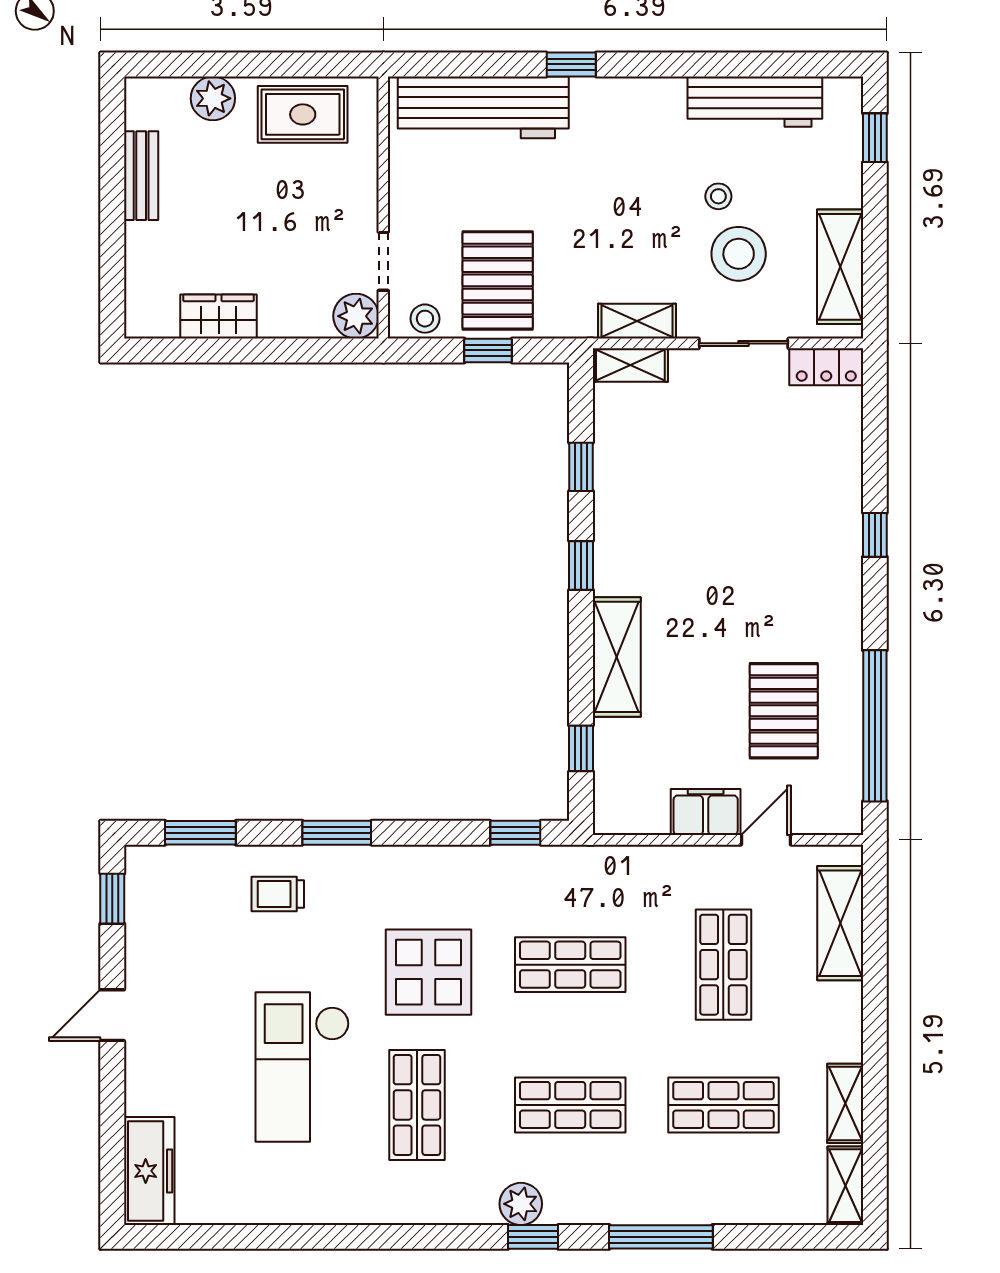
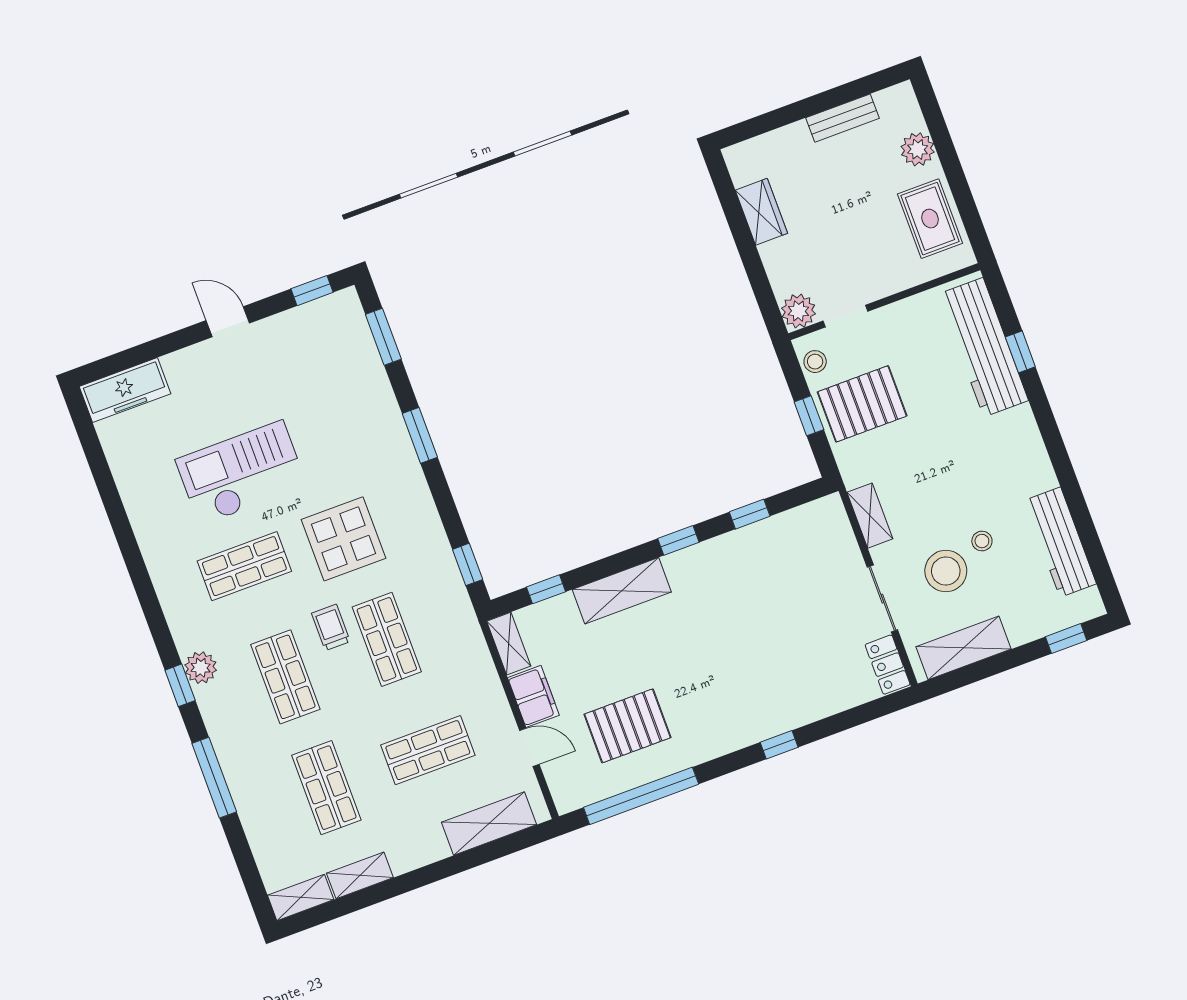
window: (571, 64) -> (1020, 352), moved
shelving: (630, 365) -> (509, 644), moved
trolley: (278, 894) -> (331, 627), moved

